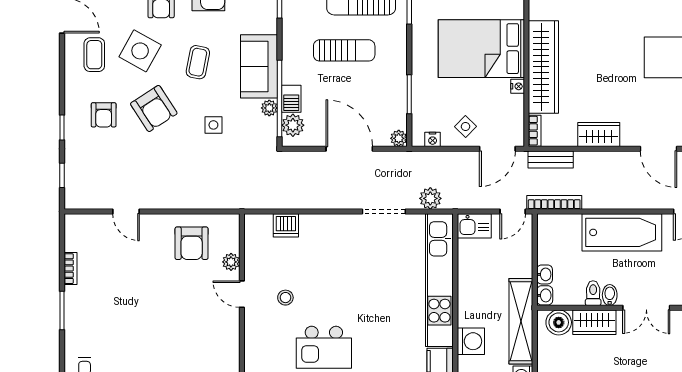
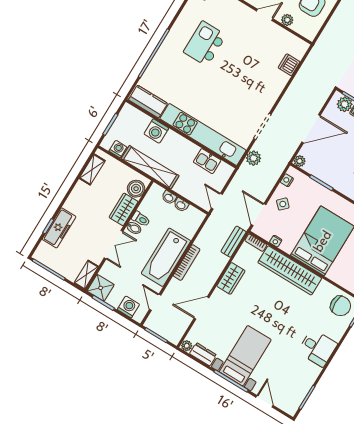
nightstand: (518, 86) -> (276, 241), moved
bookcase: (554, 202) -> (187, 263), moved
kitchen sink: (474, 226) -> (207, 161), moved, turned -90
washbasin: (545, 295) -> (181, 205), moved
stool: (285, 298) -> (247, 39), removed
double door: (646, 308) -> (114, 245), swing flipped

